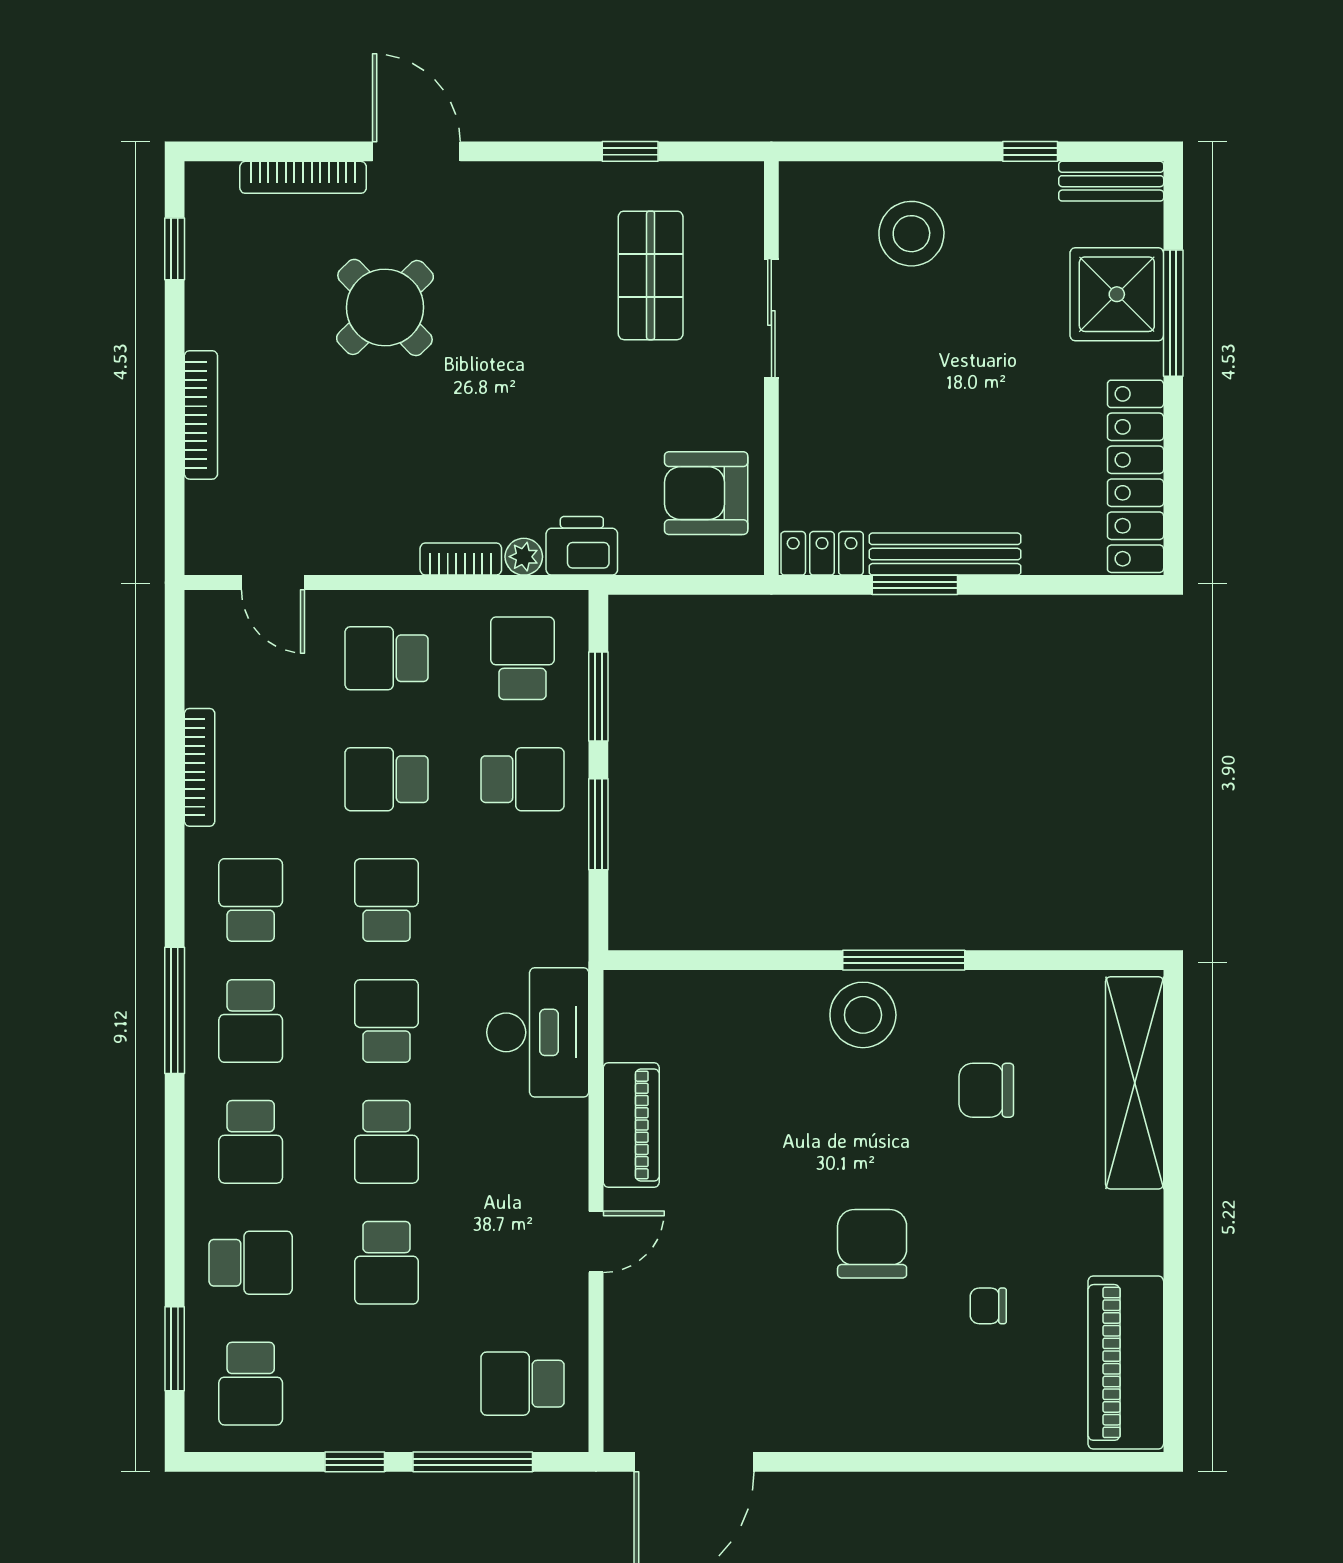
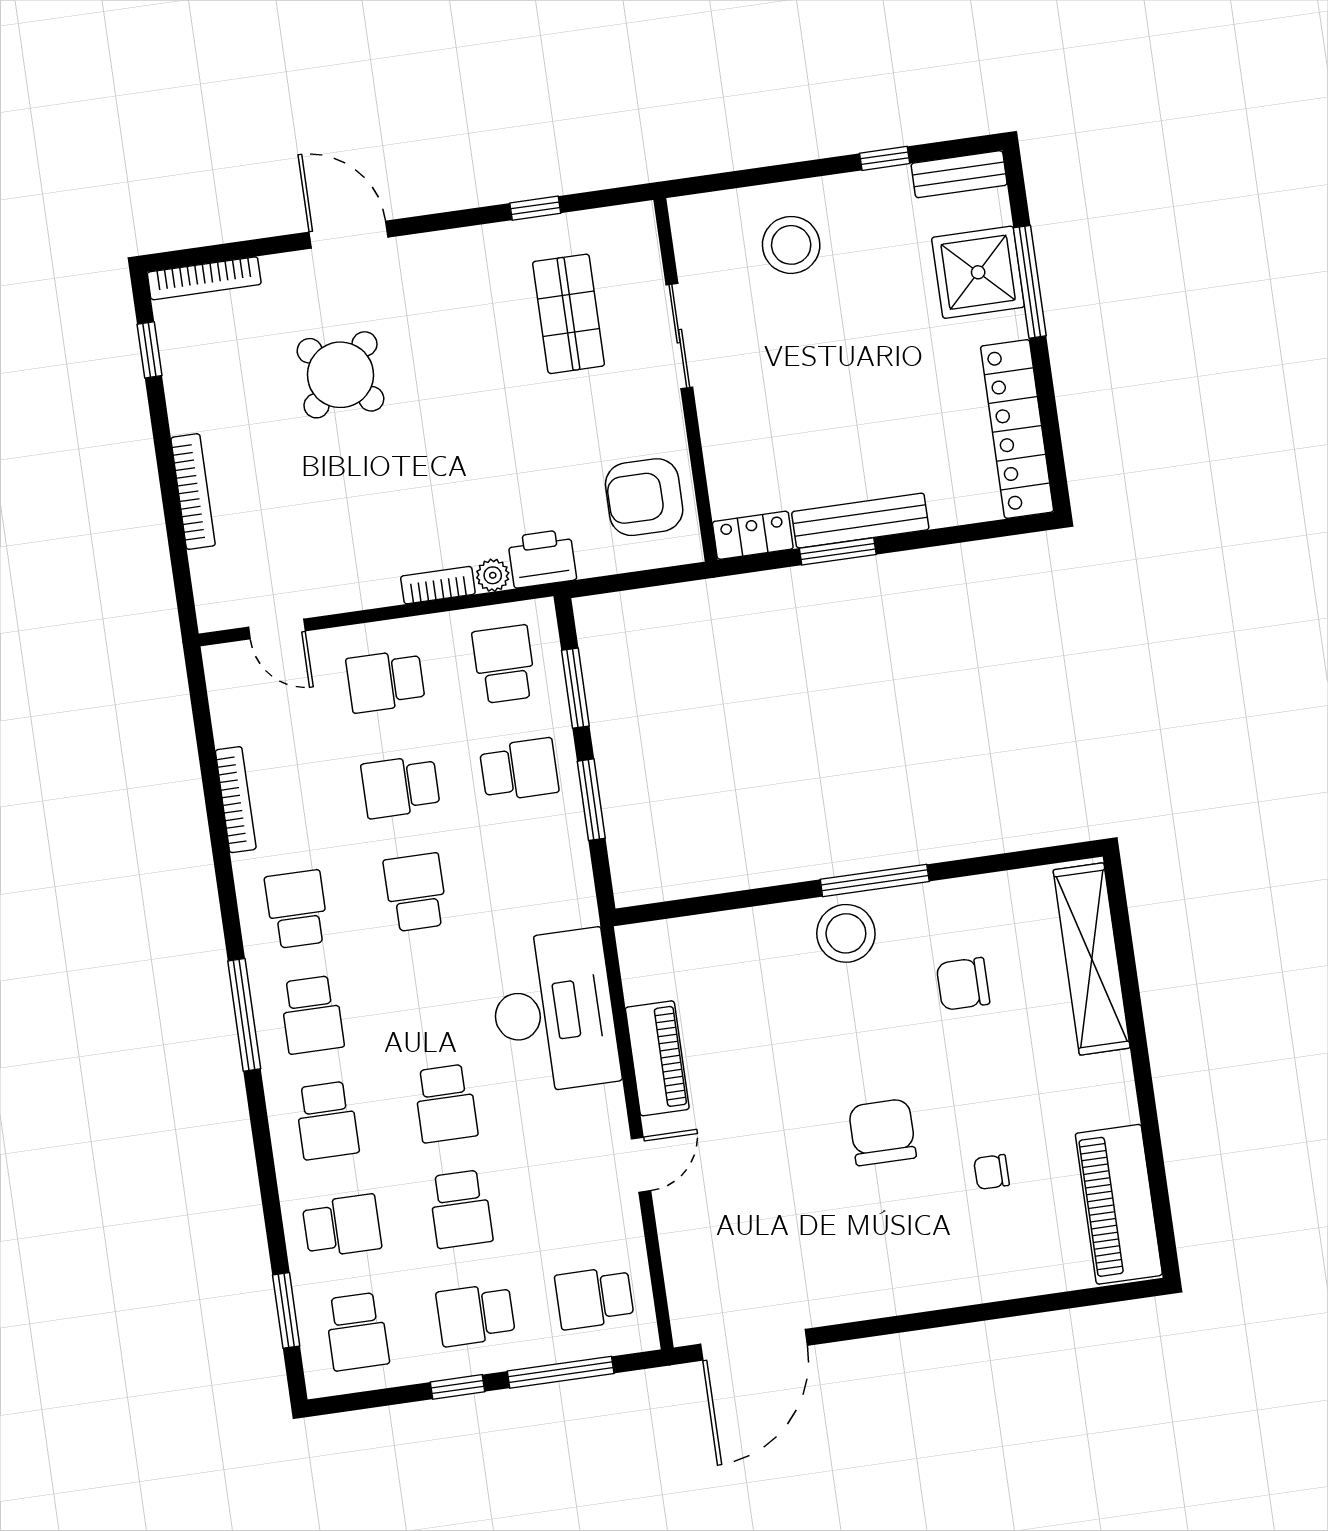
bookcase: (303, 177) -> (204, 278), moved
school desk: (387, 1021) -> (476, 1315), moved, turned -90
desk: (538, 1032) -> (554, 1012), width x1.36, depth x1.30

